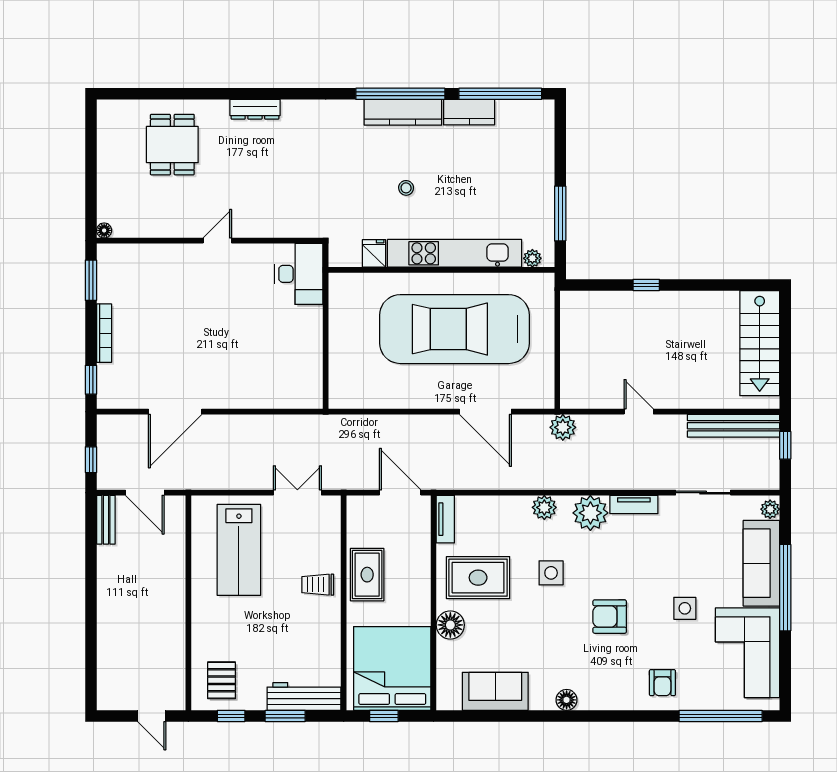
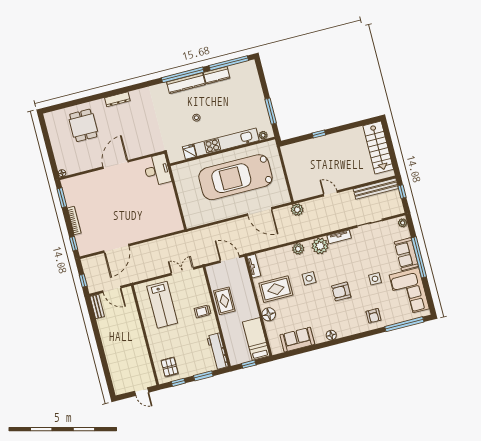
door: (217, 241) -> (116, 164), width x1.88
sofa: (761, 563) -> (406, 254), width x0.73
bed: (392, 668) -> (256, 339), width x0.49
workbench: (304, 696) -> (217, 351), moved, turned -90

